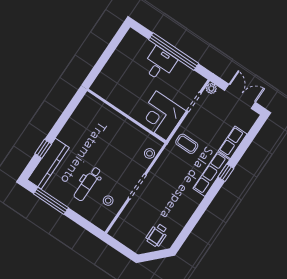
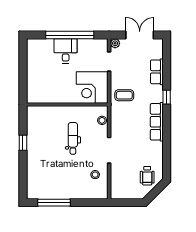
window: (43, 149) -> (23, 143), moved
kitchen counter: (48, 164) -> (34, 177), removed
row of seats: (211, 174) -> (157, 122), moved
dental chair: (88, 184) -> (73, 138), moved, turned 180

